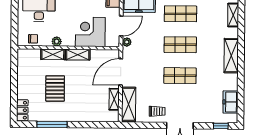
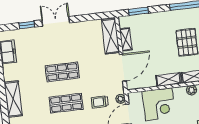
trolley: (157, 111) -> (100, 102), moved
window: (98, 125) -> (138, 11), added
window: (221, 126) -> (27, 25), moved

